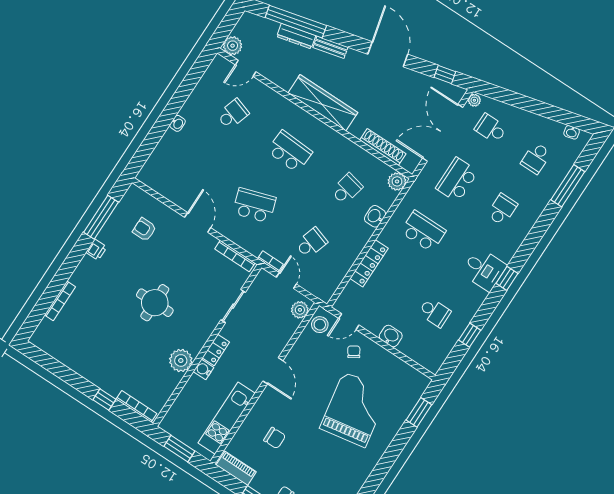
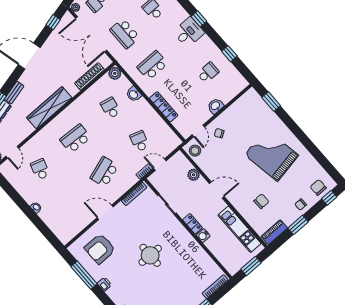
armchair: (144, 229) -> (100, 249), width x1.88, depth x1.88
plant: (300, 310) -> (194, 175), moved
plant: (181, 360) -> (193, 249), removed
grand piano: (354, 410) -> (272, 155), moved

